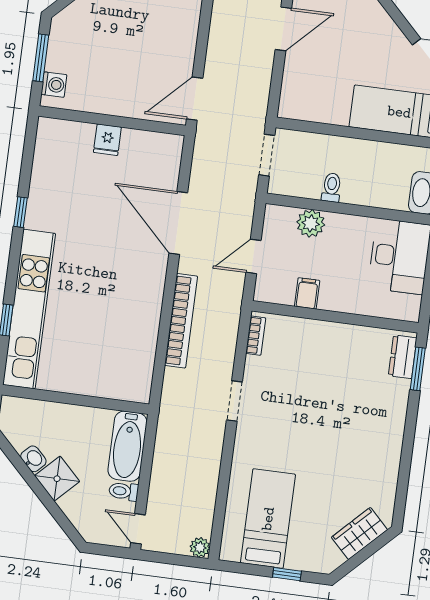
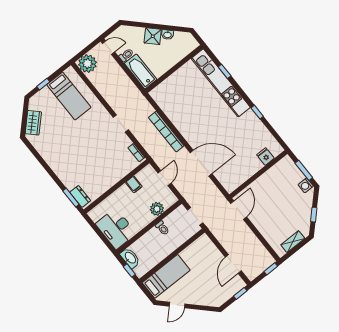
washing machine: (54, 85) -> (306, 185), moved
fridge: (107, 140) -> (265, 157), moved
plant: (200, 547) -> (87, 64), width x1.87, depth x1.87

